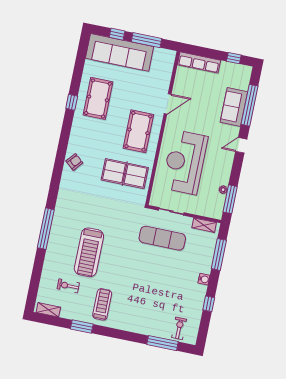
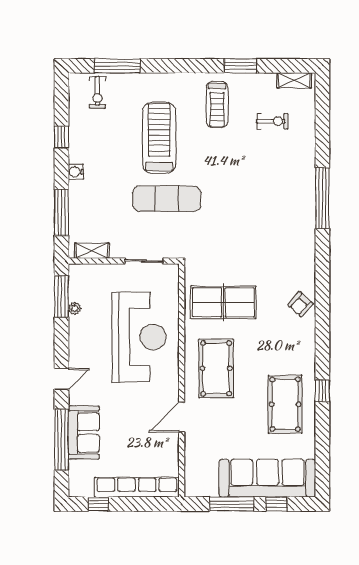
row of seats: (199, 62) -> (137, 487), width x1.36
exercise mat: (162, 238) -> (167, 199), moved
treadmill: (89, 252) -> (159, 138), moved

